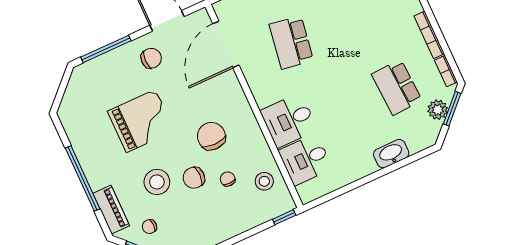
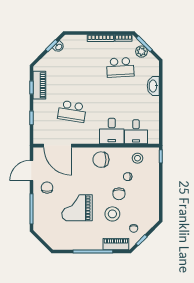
grand piano: (141, 121) -> (77, 208), turned -90
chair: (211, 136) -> (101, 160), moved

